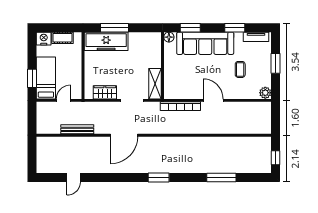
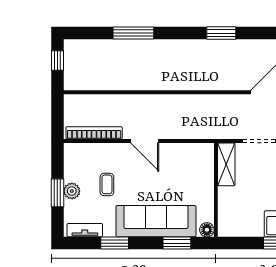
plant: (265, 93) -> (72, 191), moved
bookcase: (180, 106) -> (94, 133), moved

